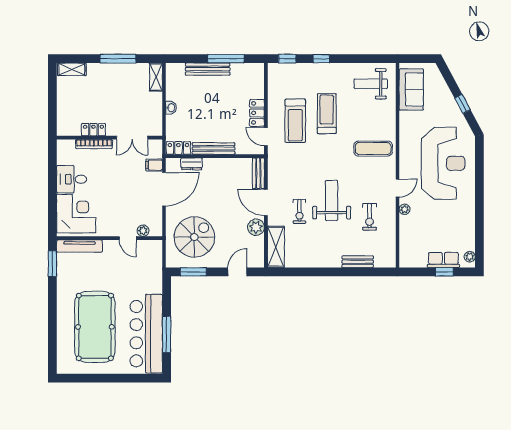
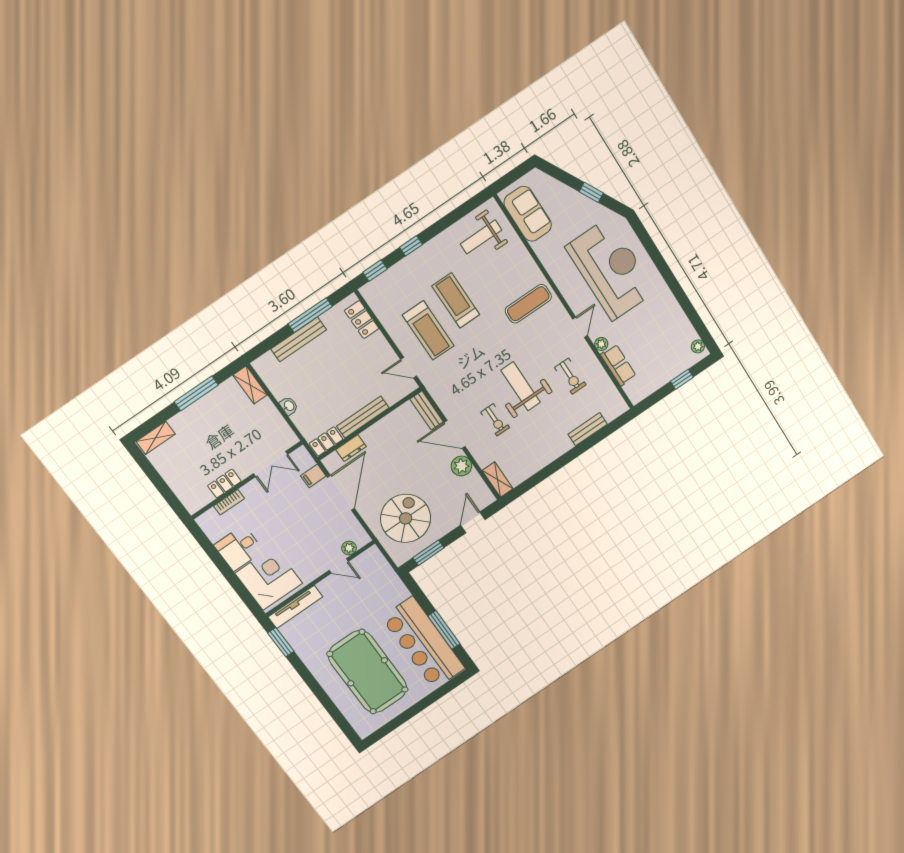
locker: (257, 113) -> (362, 319), moved
bookcase: (94, 144) -> (229, 502), width x0.64
shelving: (276, 247) -> (498, 480), width x0.67, depth x0.75
row of seats: (443, 260) -> (618, 365), moved, turned 90

